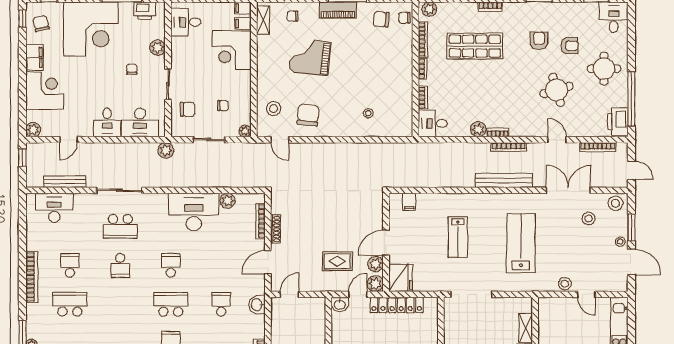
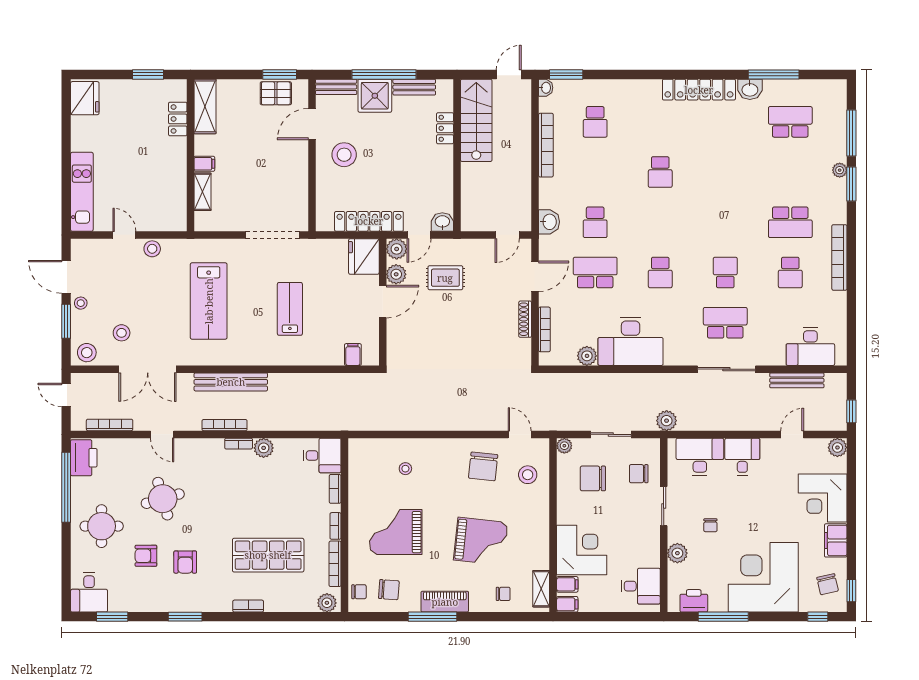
grand piano: (376, 64) -> (396, 532), added
chair: (223, 106) -> (593, 478), width x1.87, depth x1.87
school desk: (171, 304) -> (595, 272), moved, turned 180

